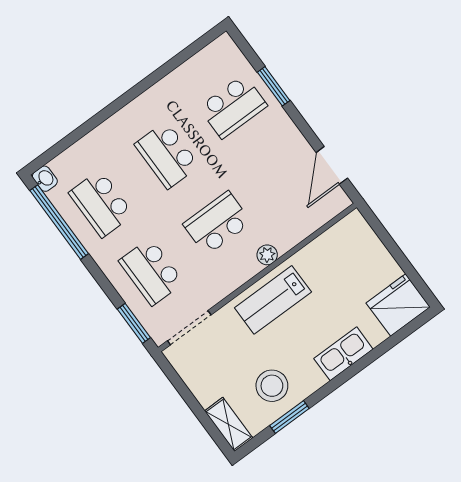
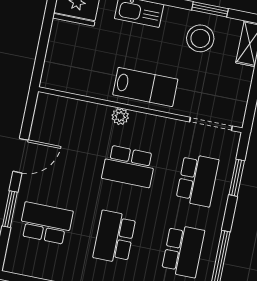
school desk: (167, 155) -> (114, 237), turned 180
door: (332, 165) -> (21, 156), moved
window: (134, 323) -> (237, 178), moved

